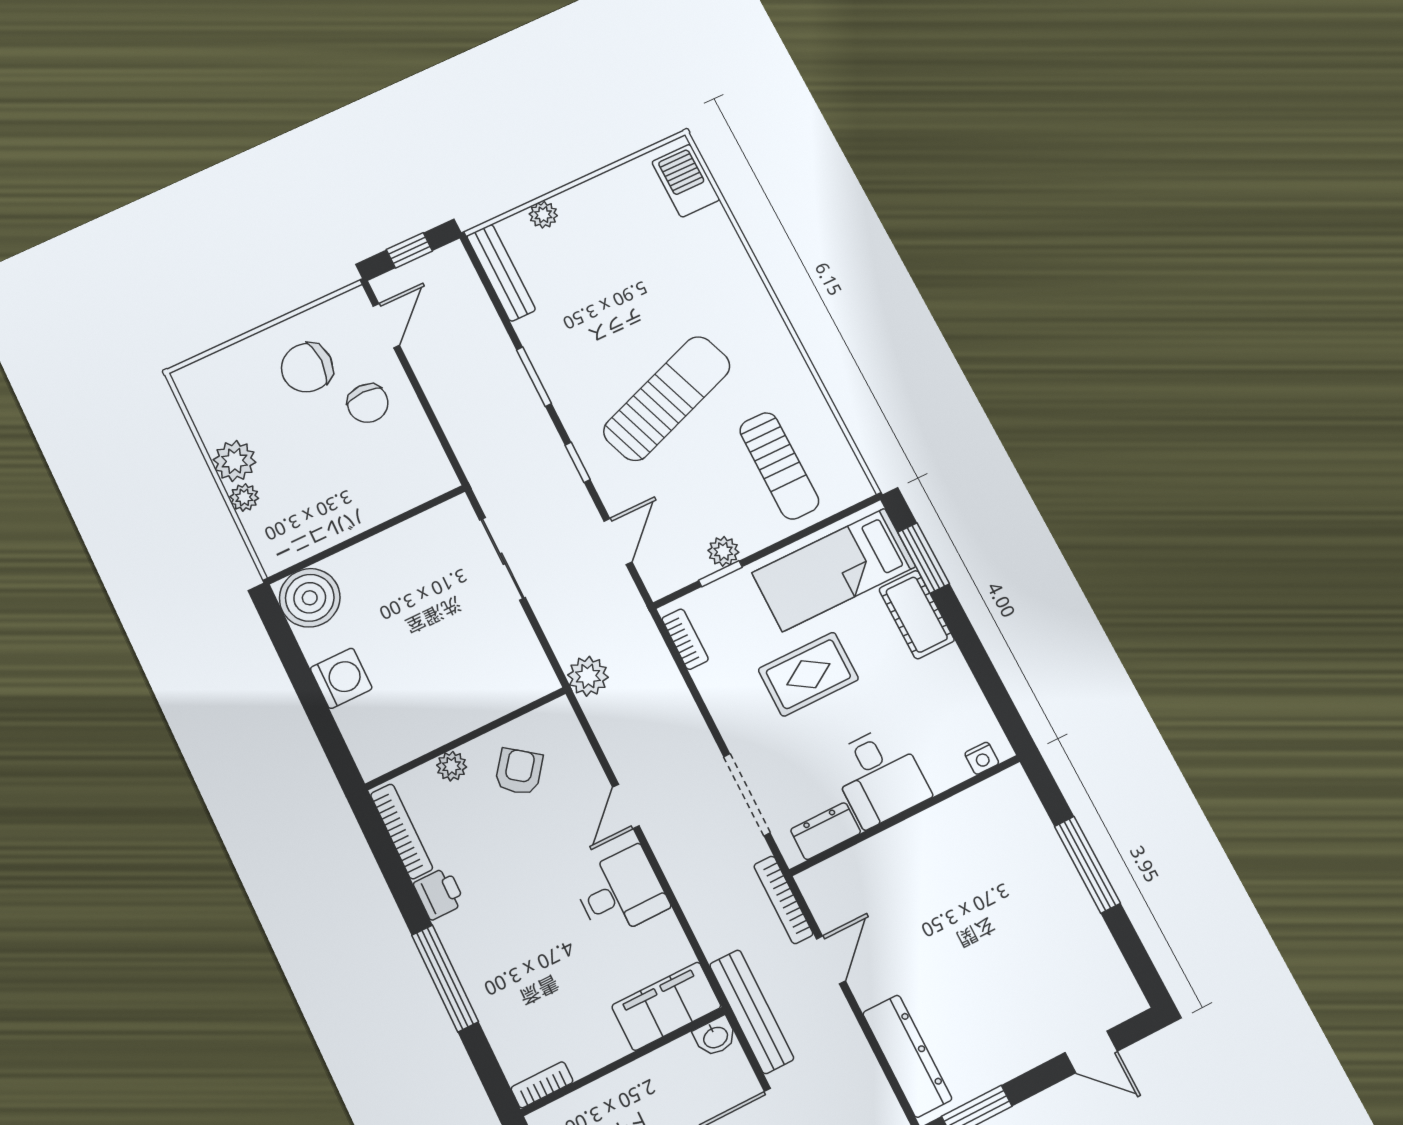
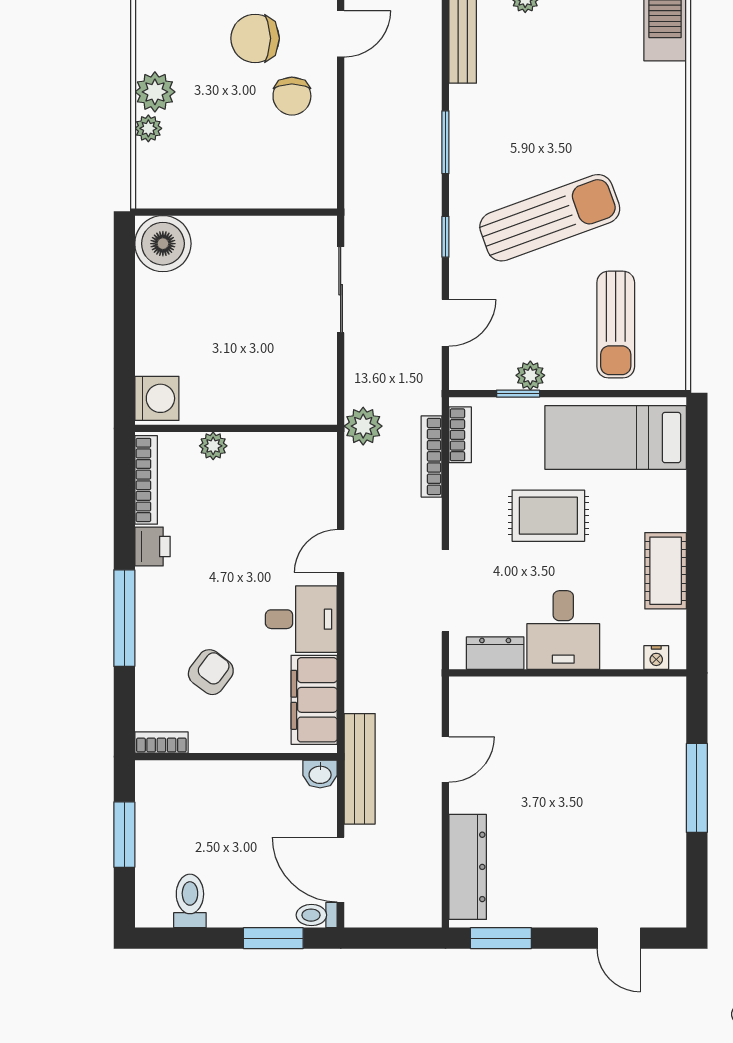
window: (923, 558) -> (697, 465), removed
cot: (917, 615) -> (666, 571), moved
washing machine: (341, 678) -> (157, 398), moved
armchair: (519, 772) -> (211, 672), moved
bookcase: (783, 900) -> (432, 456), moved
filing cabinet: (666, 1006) -> (314, 700), moved, turned -90

